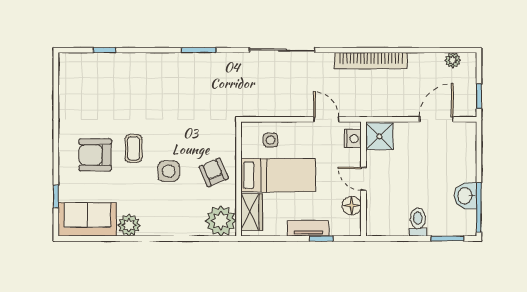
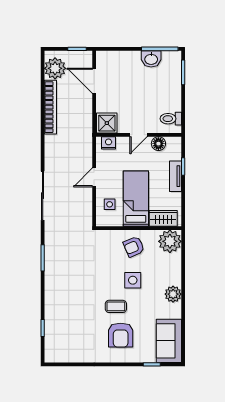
plant: (453, 60) -> (55, 68), width x1.88, depth x1.88
bookcase: (371, 61) -> (50, 107), moved
door: (326, 119) -> (94, 177), moved
toilet: (418, 222) -> (171, 119), moved
plant: (129, 225) -> (173, 294), moved

